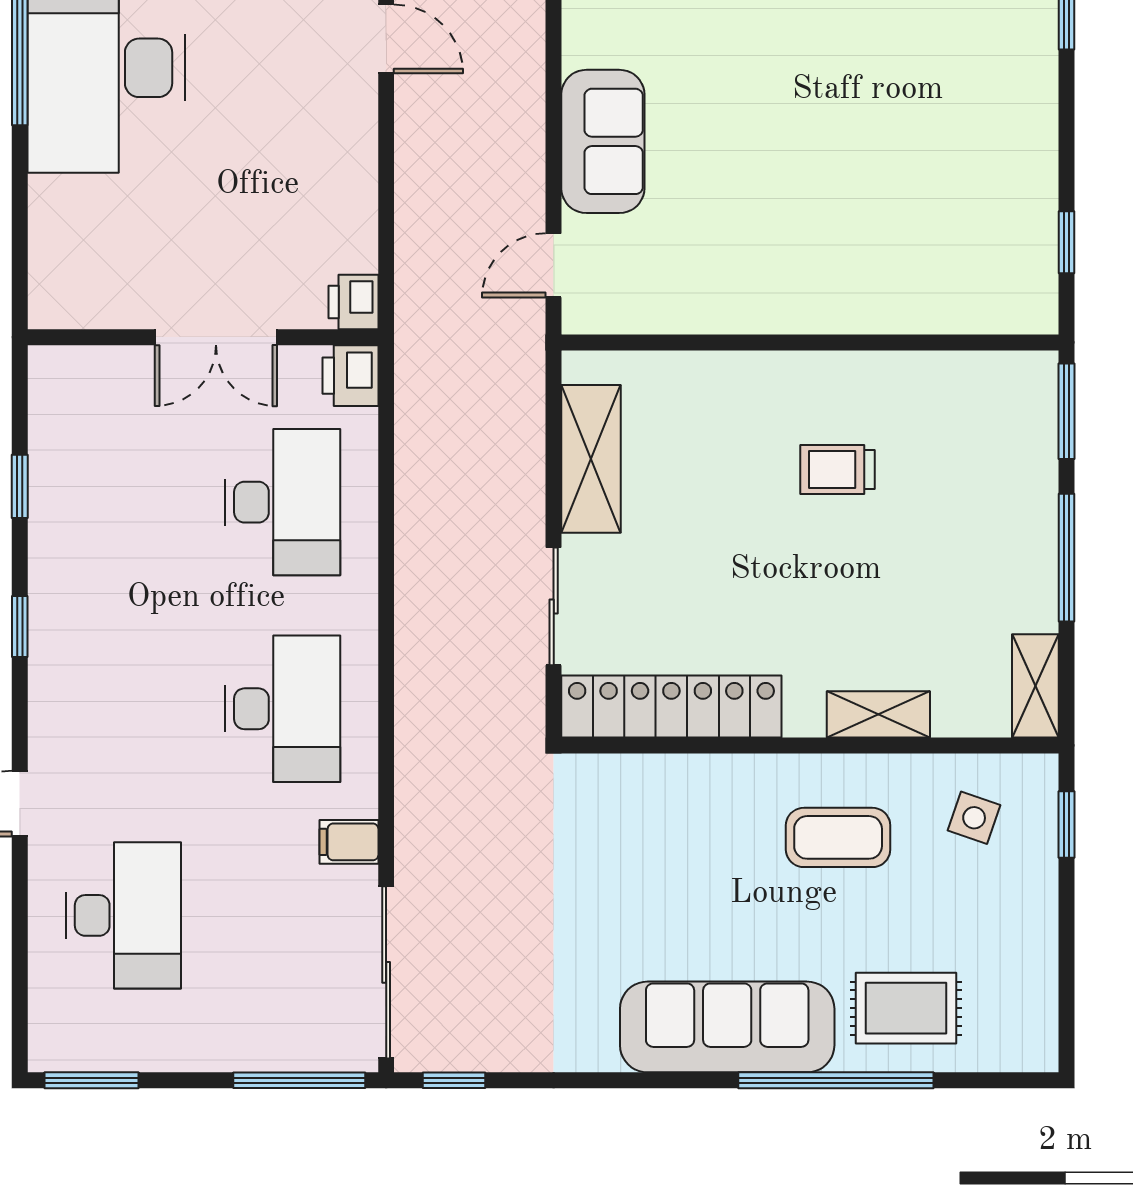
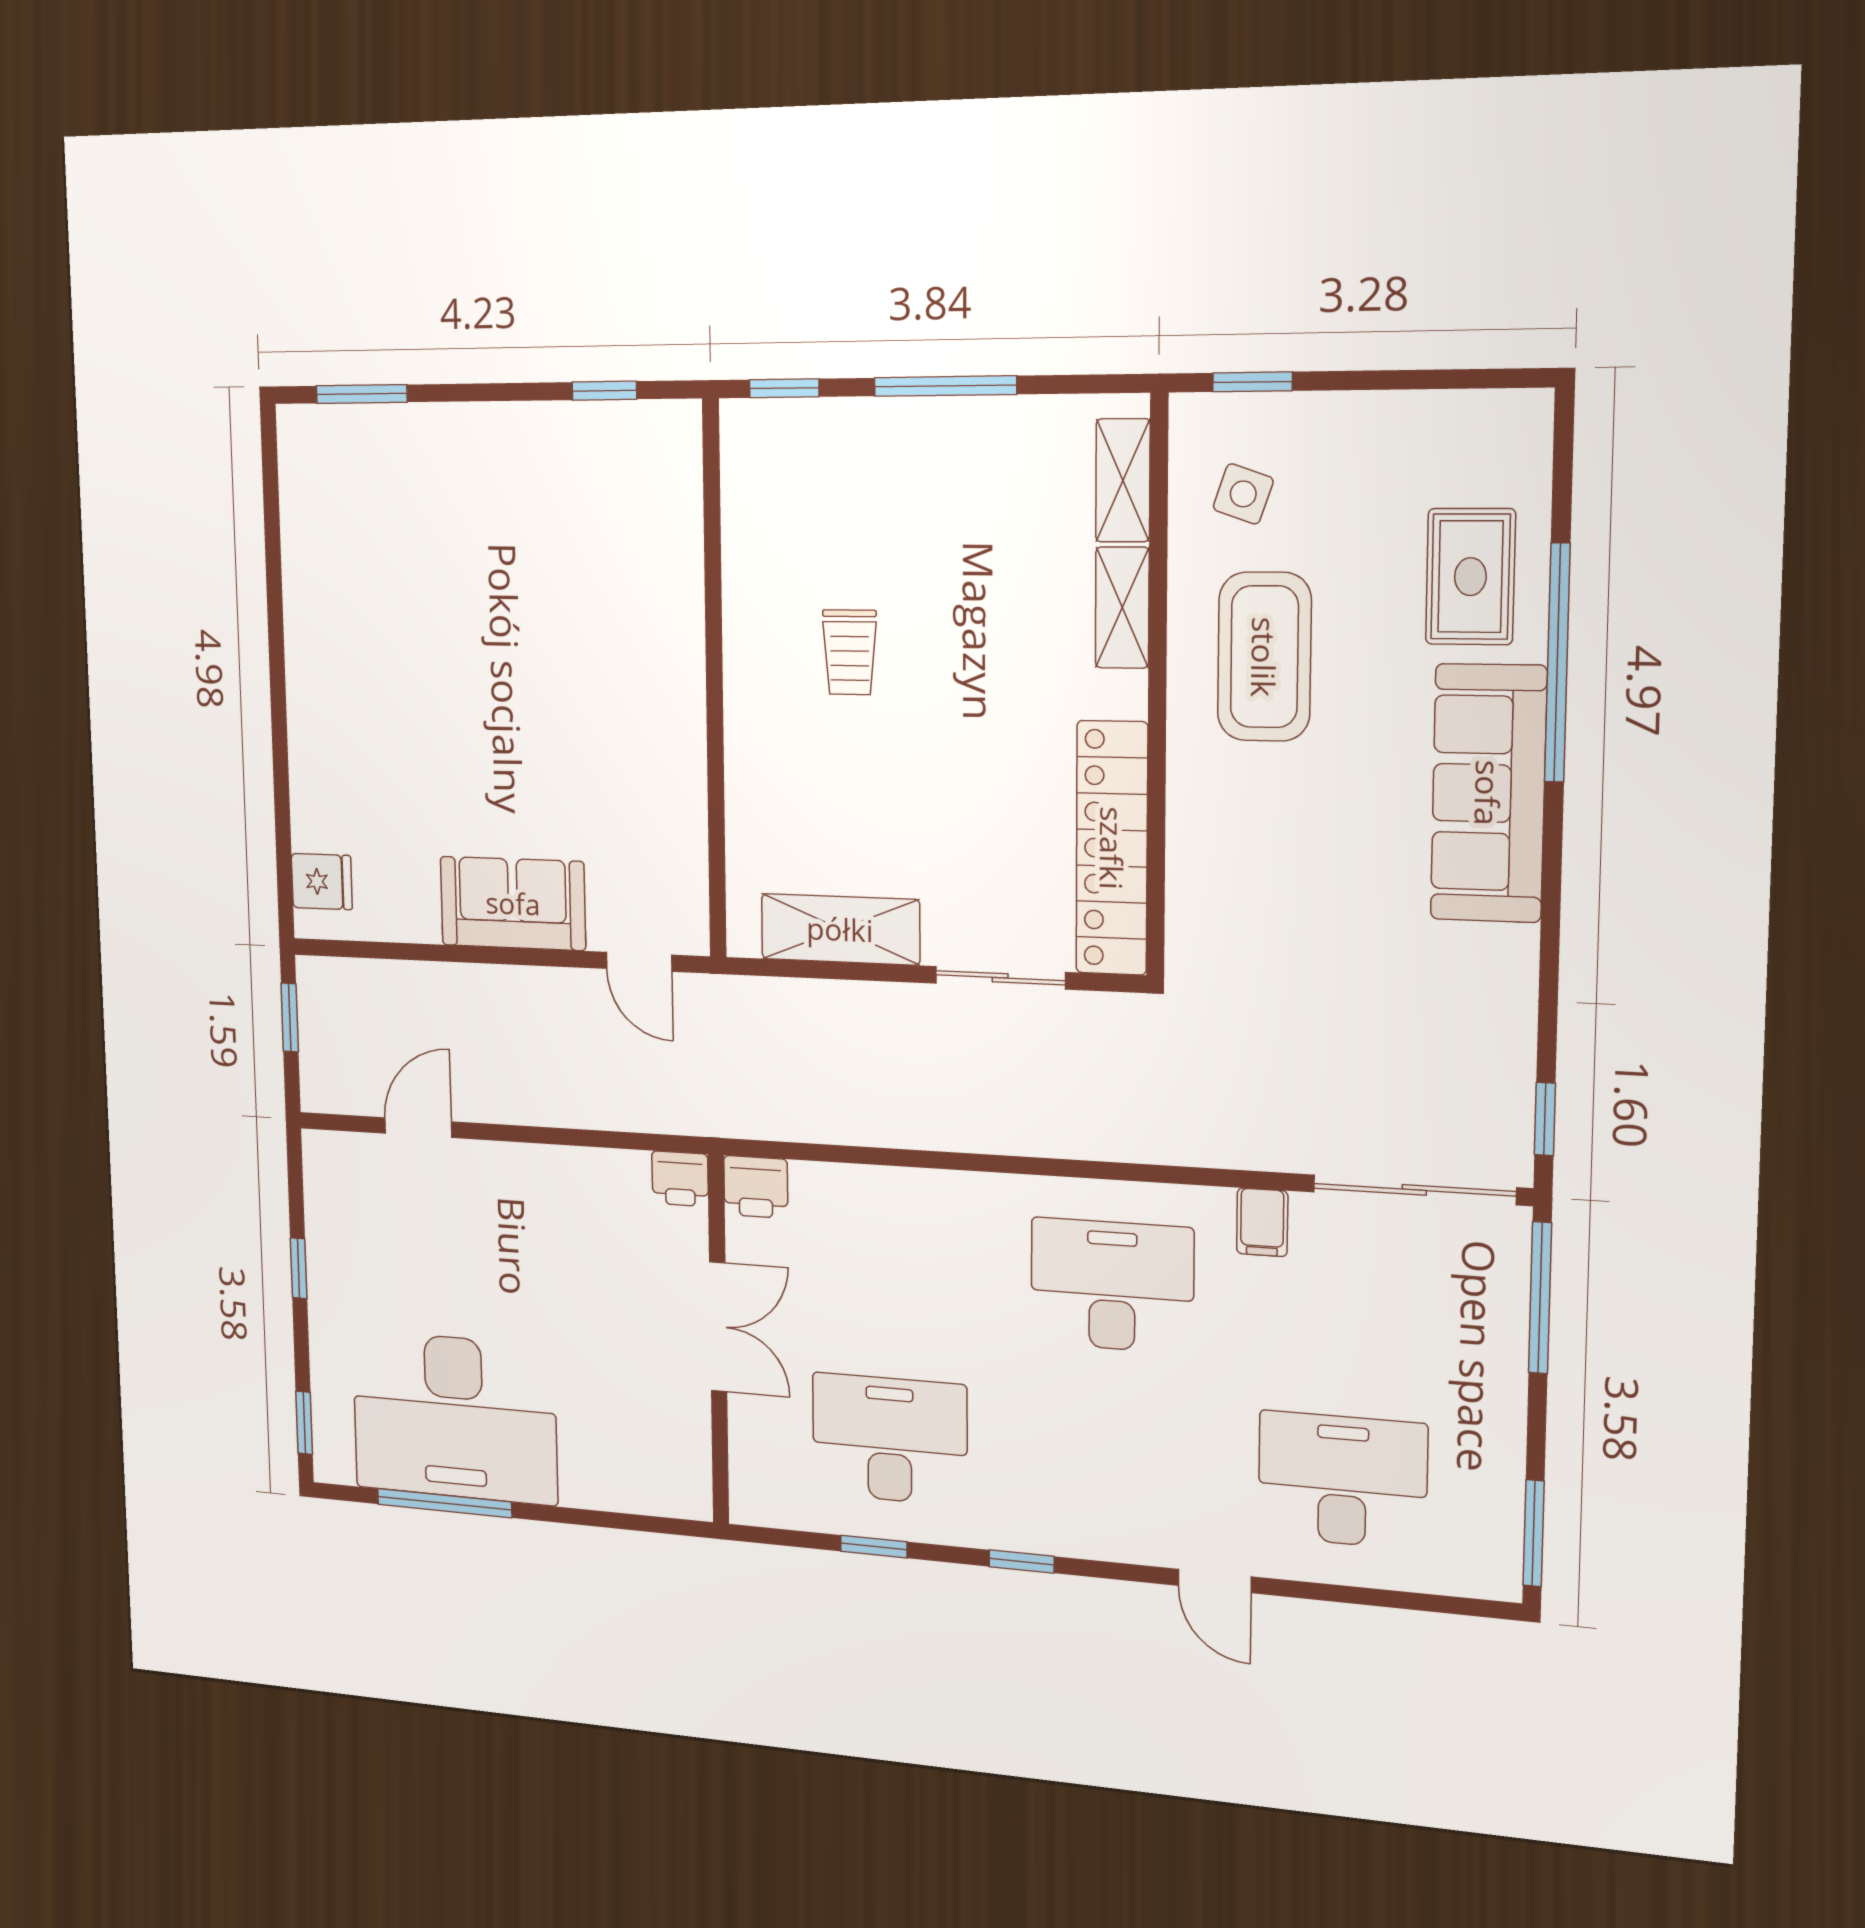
window: (1066, 411) -> (784, 388), width x0.67
desk: (283, 502) -> (890, 1439), moved
shelving: (1035, 686) -> (1123, 480), moved, turned 90
coffee table: (838, 837) -> (1264, 657), width x1.36, depth x1.32

